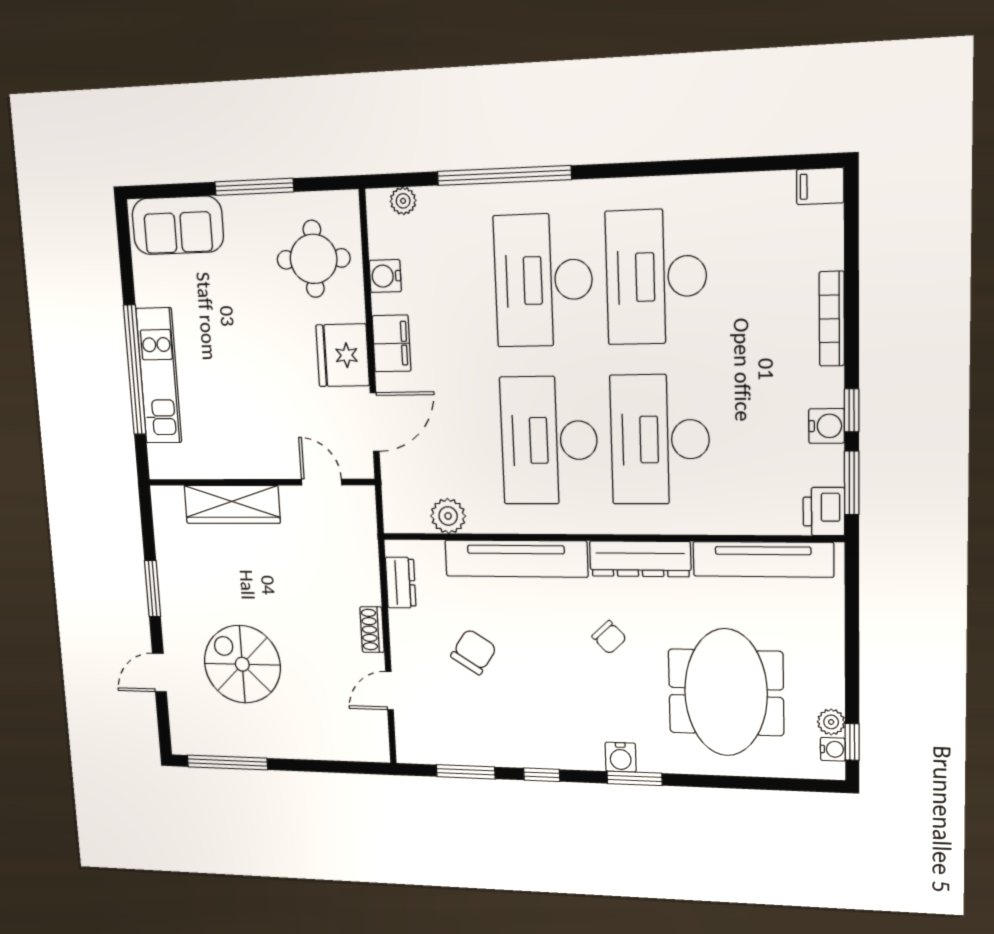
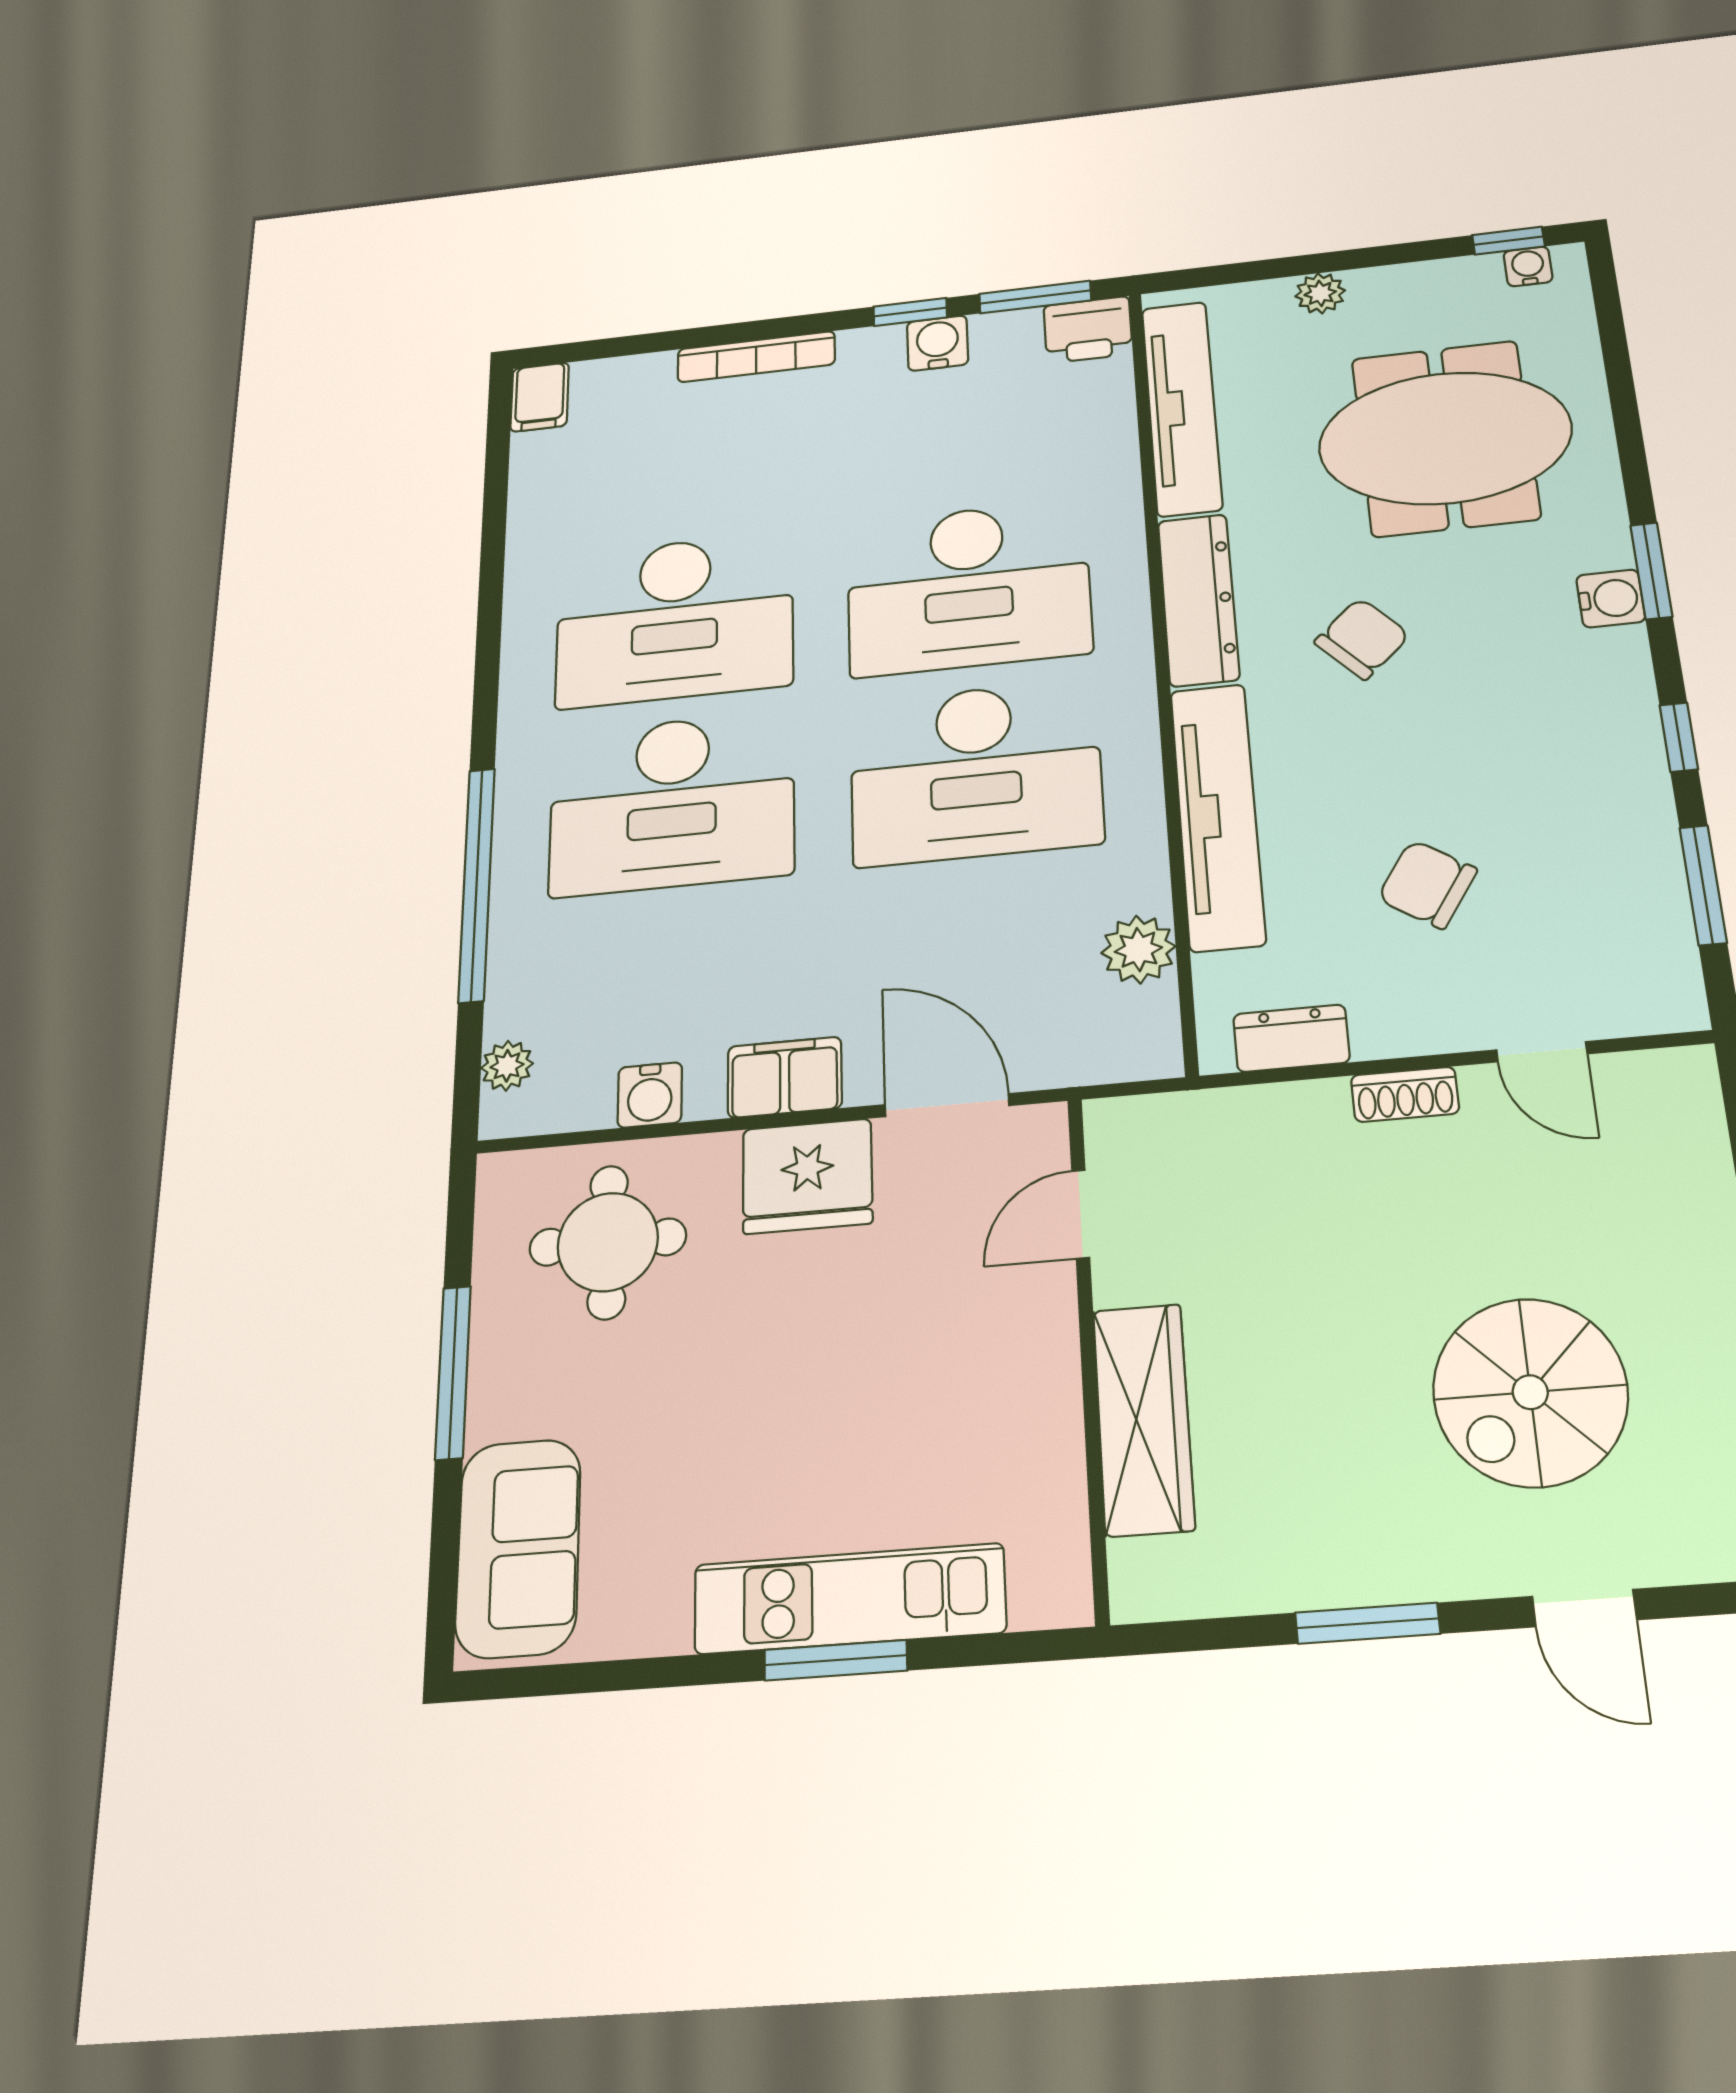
window: (135, 370) -> (836, 1660), width x0.47
chair: (609, 637) -> (1362, 639), width x1.37, depth x1.37
plant: (831, 722) -> (1320, 293), moved

